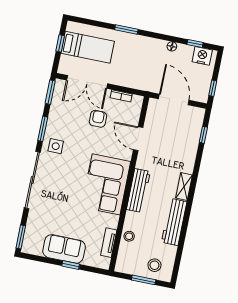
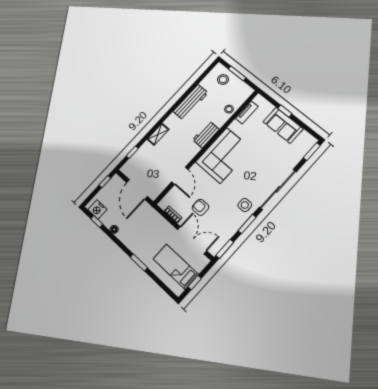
armchair: (98, 119) -> (200, 207), turned 90
shelving: (184, 187) -> (158, 134), moved
workbench: (138, 190) -> (206, 135), width x0.73

